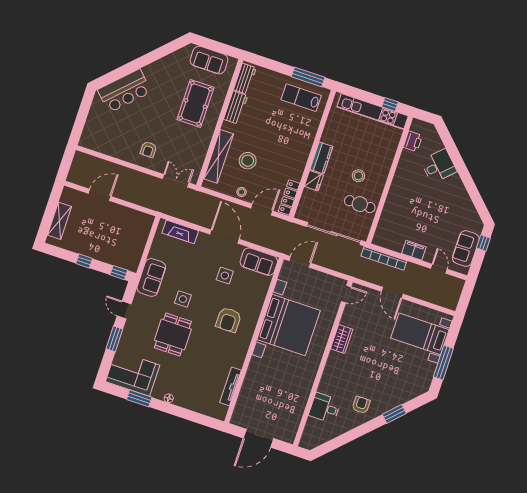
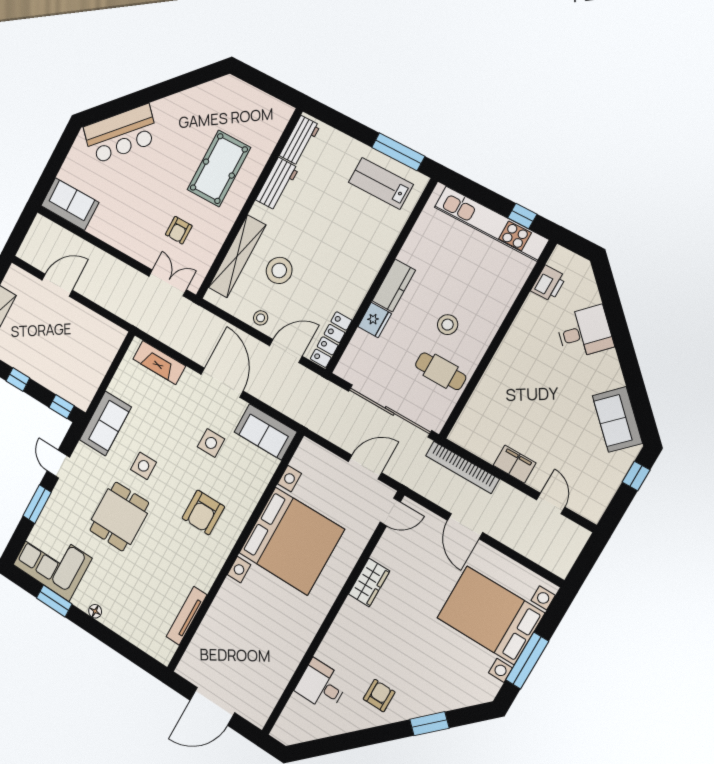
sofa: (209, 60) -> (70, 204), moved, turned 180
armchair: (148, 149) -> (179, 230), moved
sofa: (466, 249) -> (617, 419), moved, turned -45
door: (300, 262) -> (365, 467), moved
bed with nightstands: (420, 334) -> (491, 615), width x1.36

